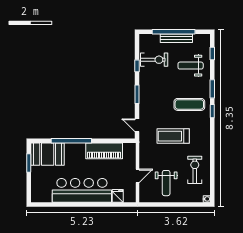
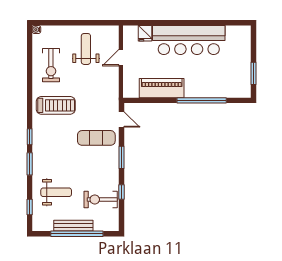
exercise mat: (189, 104) -> (96, 138), moved
treadmill: (173, 136) -> (56, 105), moved
booth: (48, 154) -> (231, 84), removed

